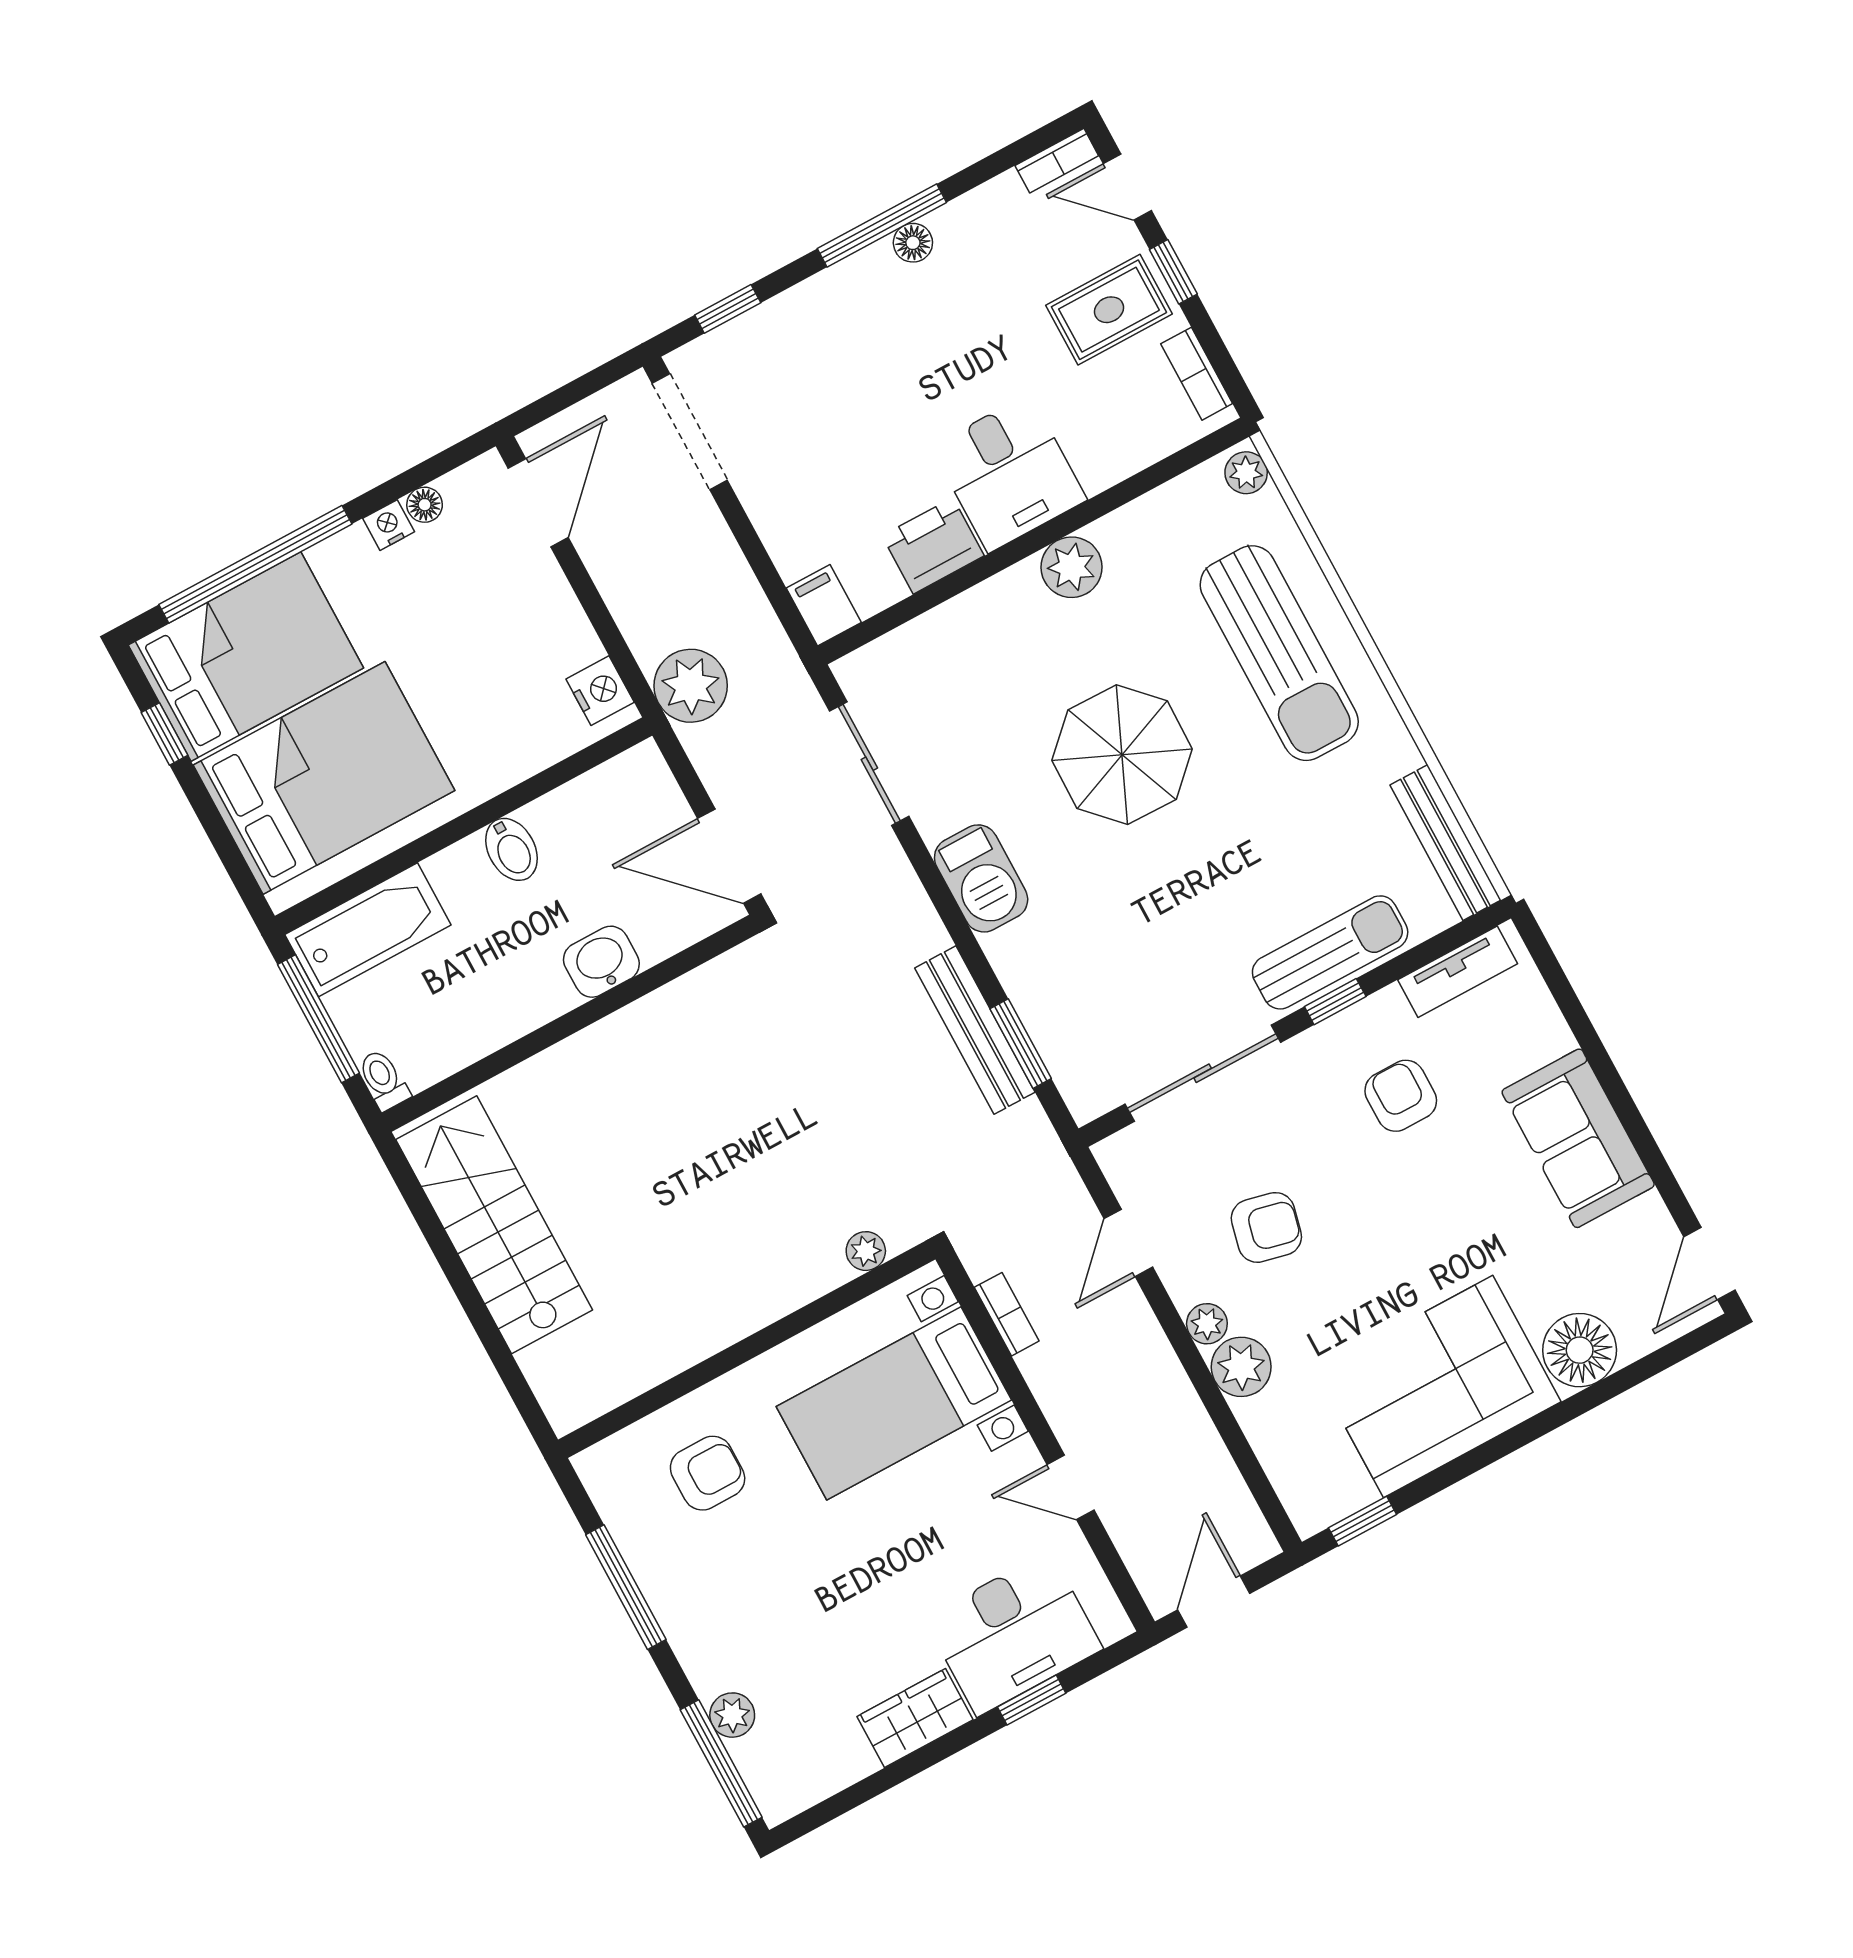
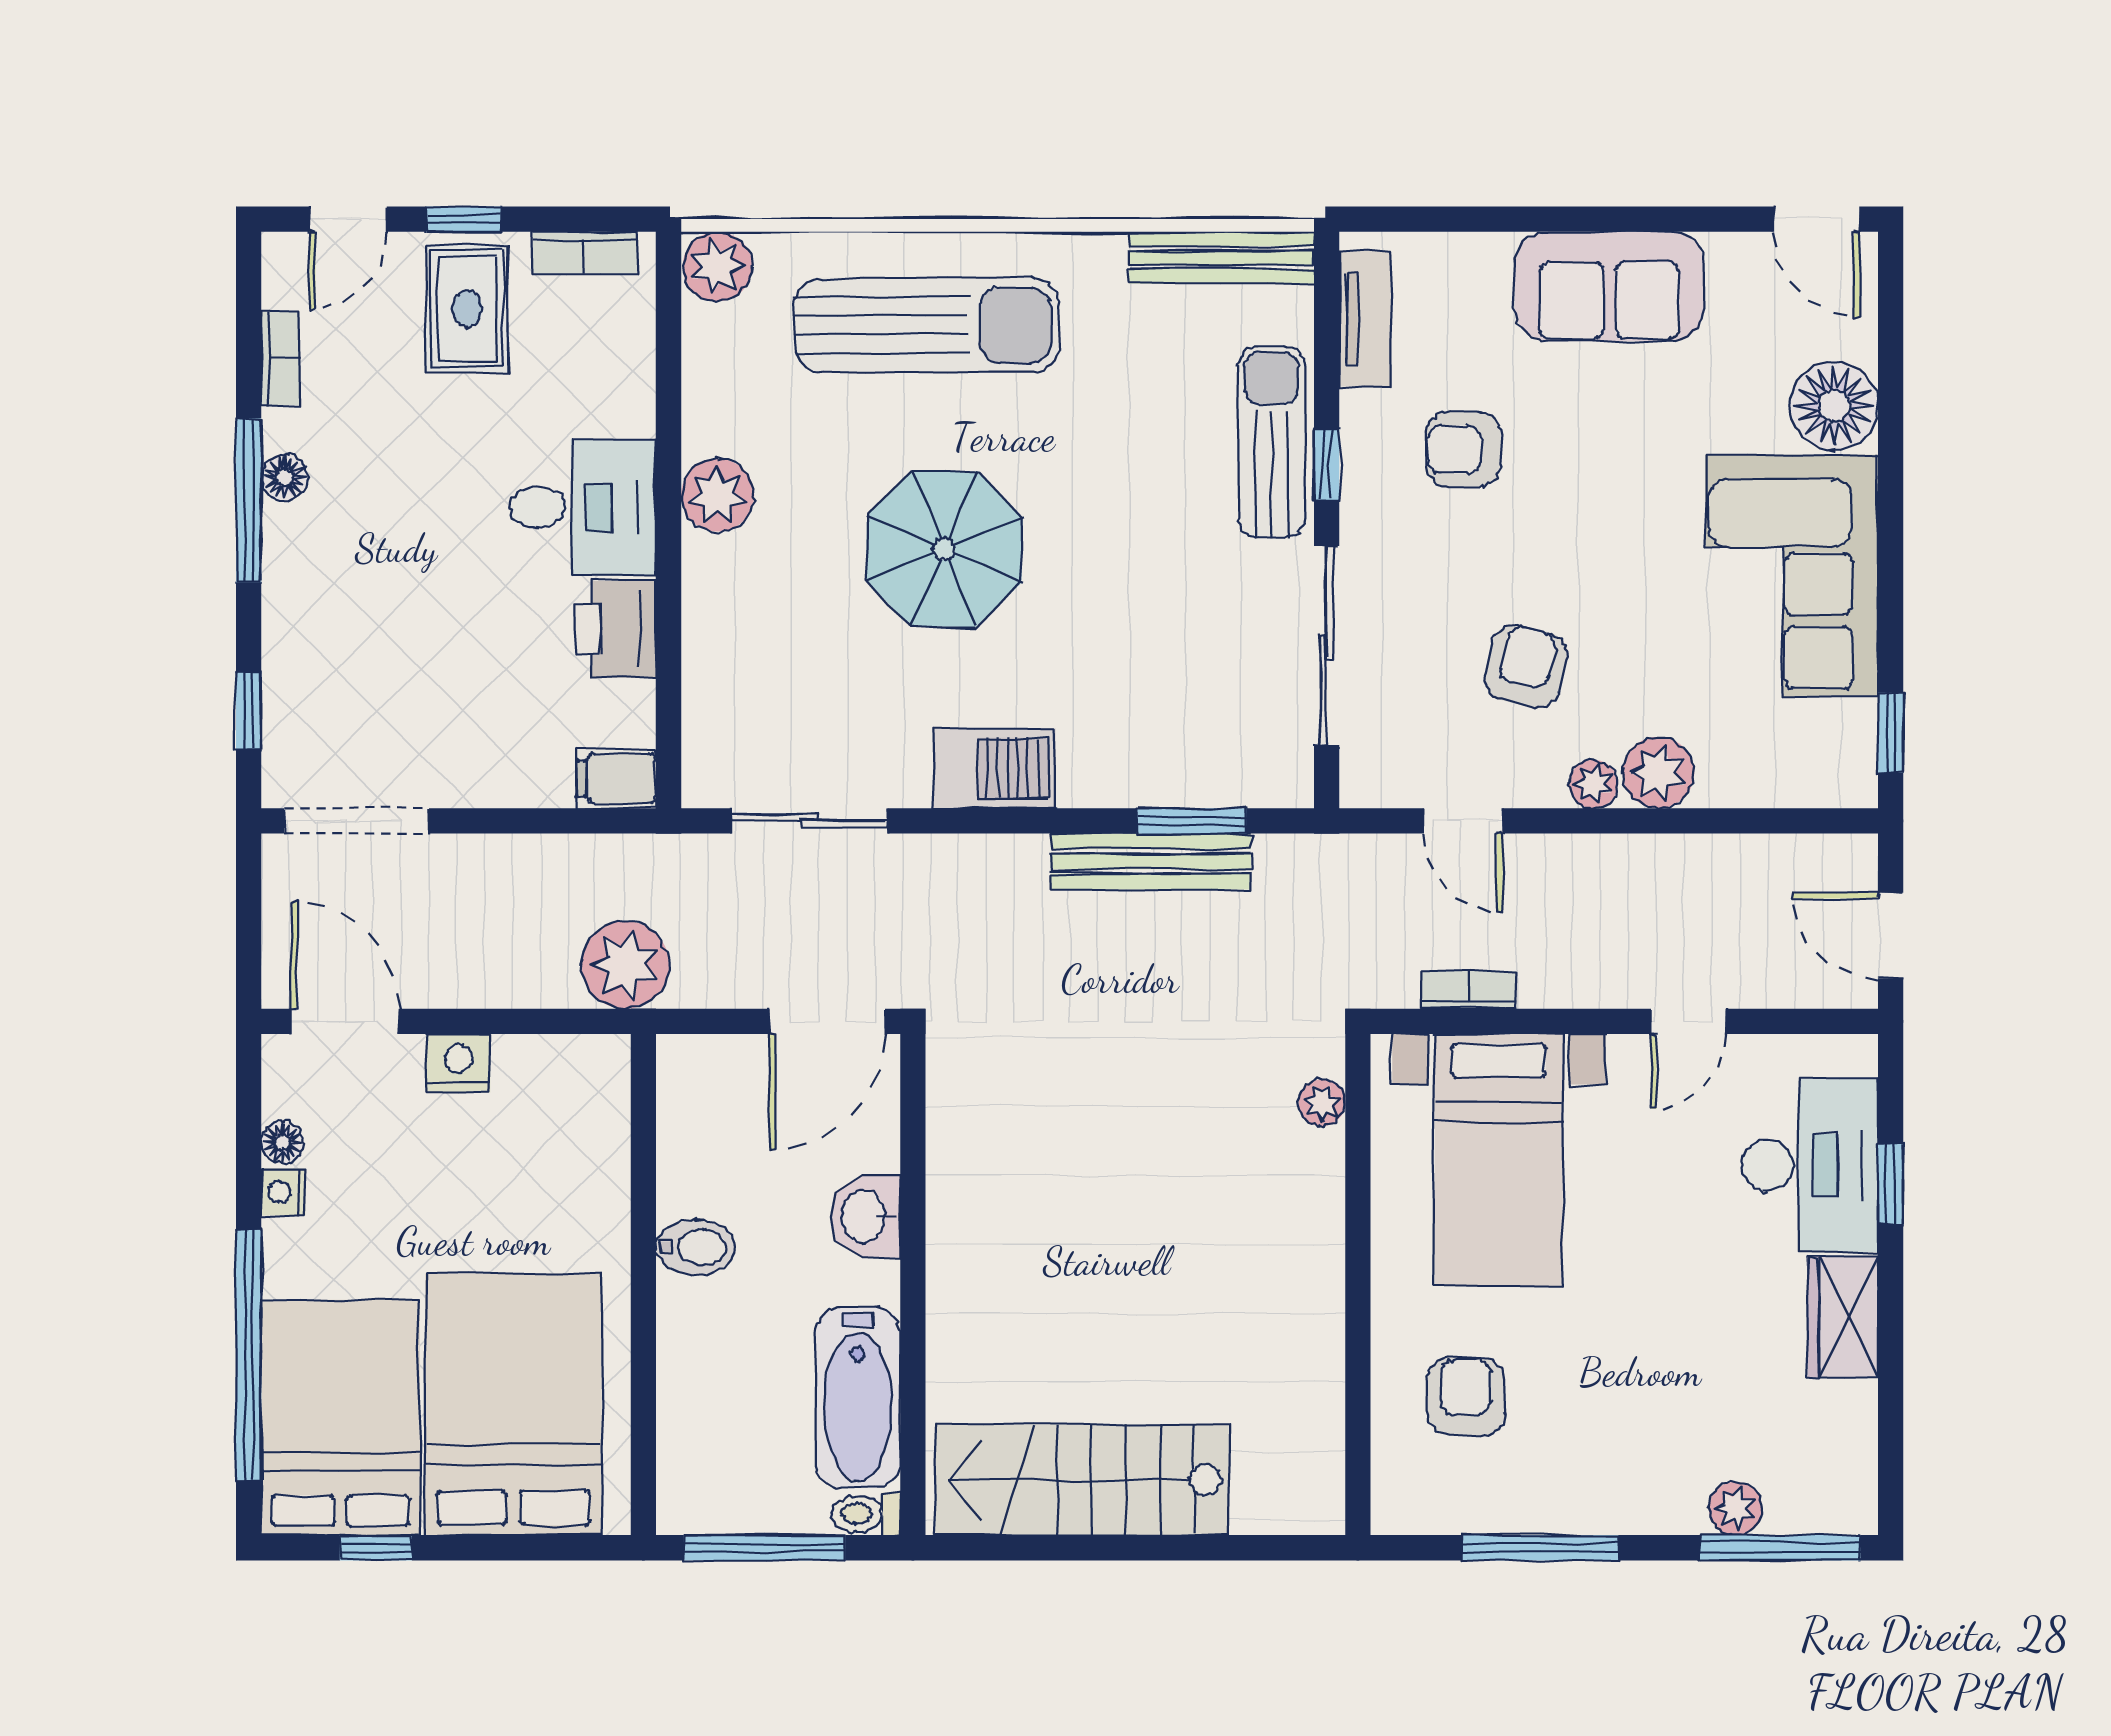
bookcase: (1057, 161) -> (280, 358), moved
plant: (1246, 473) -> (717, 266), width x1.38, depth x1.38
nightstand: (600, 691) -> (458, 1063), moved
bathtub: (368, 930) -> (858, 1397), moved, turned 180

